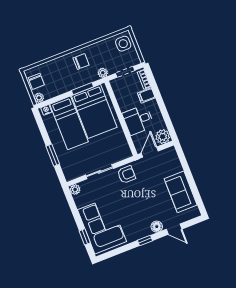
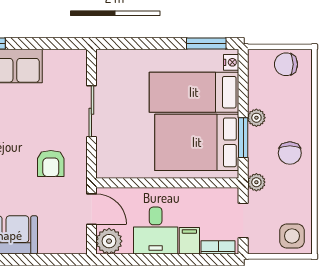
plant: (39, 98) -> (256, 118), moved
desk: (138, 120) -> (156, 231), moved, turned 180
window: (53, 155) -> (206, 43), moved
armchair: (126, 175) -> (51, 164), moved
plant: (75, 190) -> (78, 58), removed

